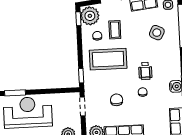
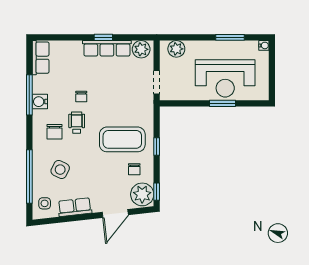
coffee table: (115, 30) -> (112, 176), removed
window: (81, 76) -> (157, 147), moved
window: (15, 93) -> (222, 103), moved
chair: (117, 100) -> (55, 132), moved

